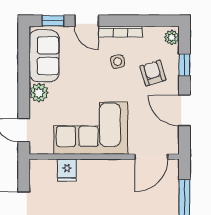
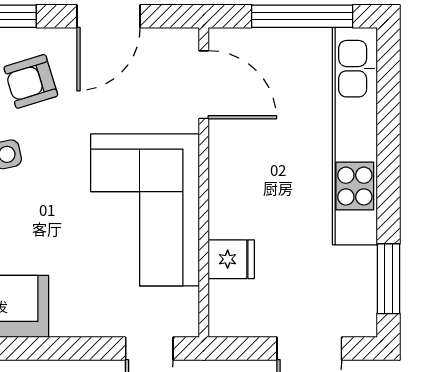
plant: (39, 93) -> (72, 318), removed

